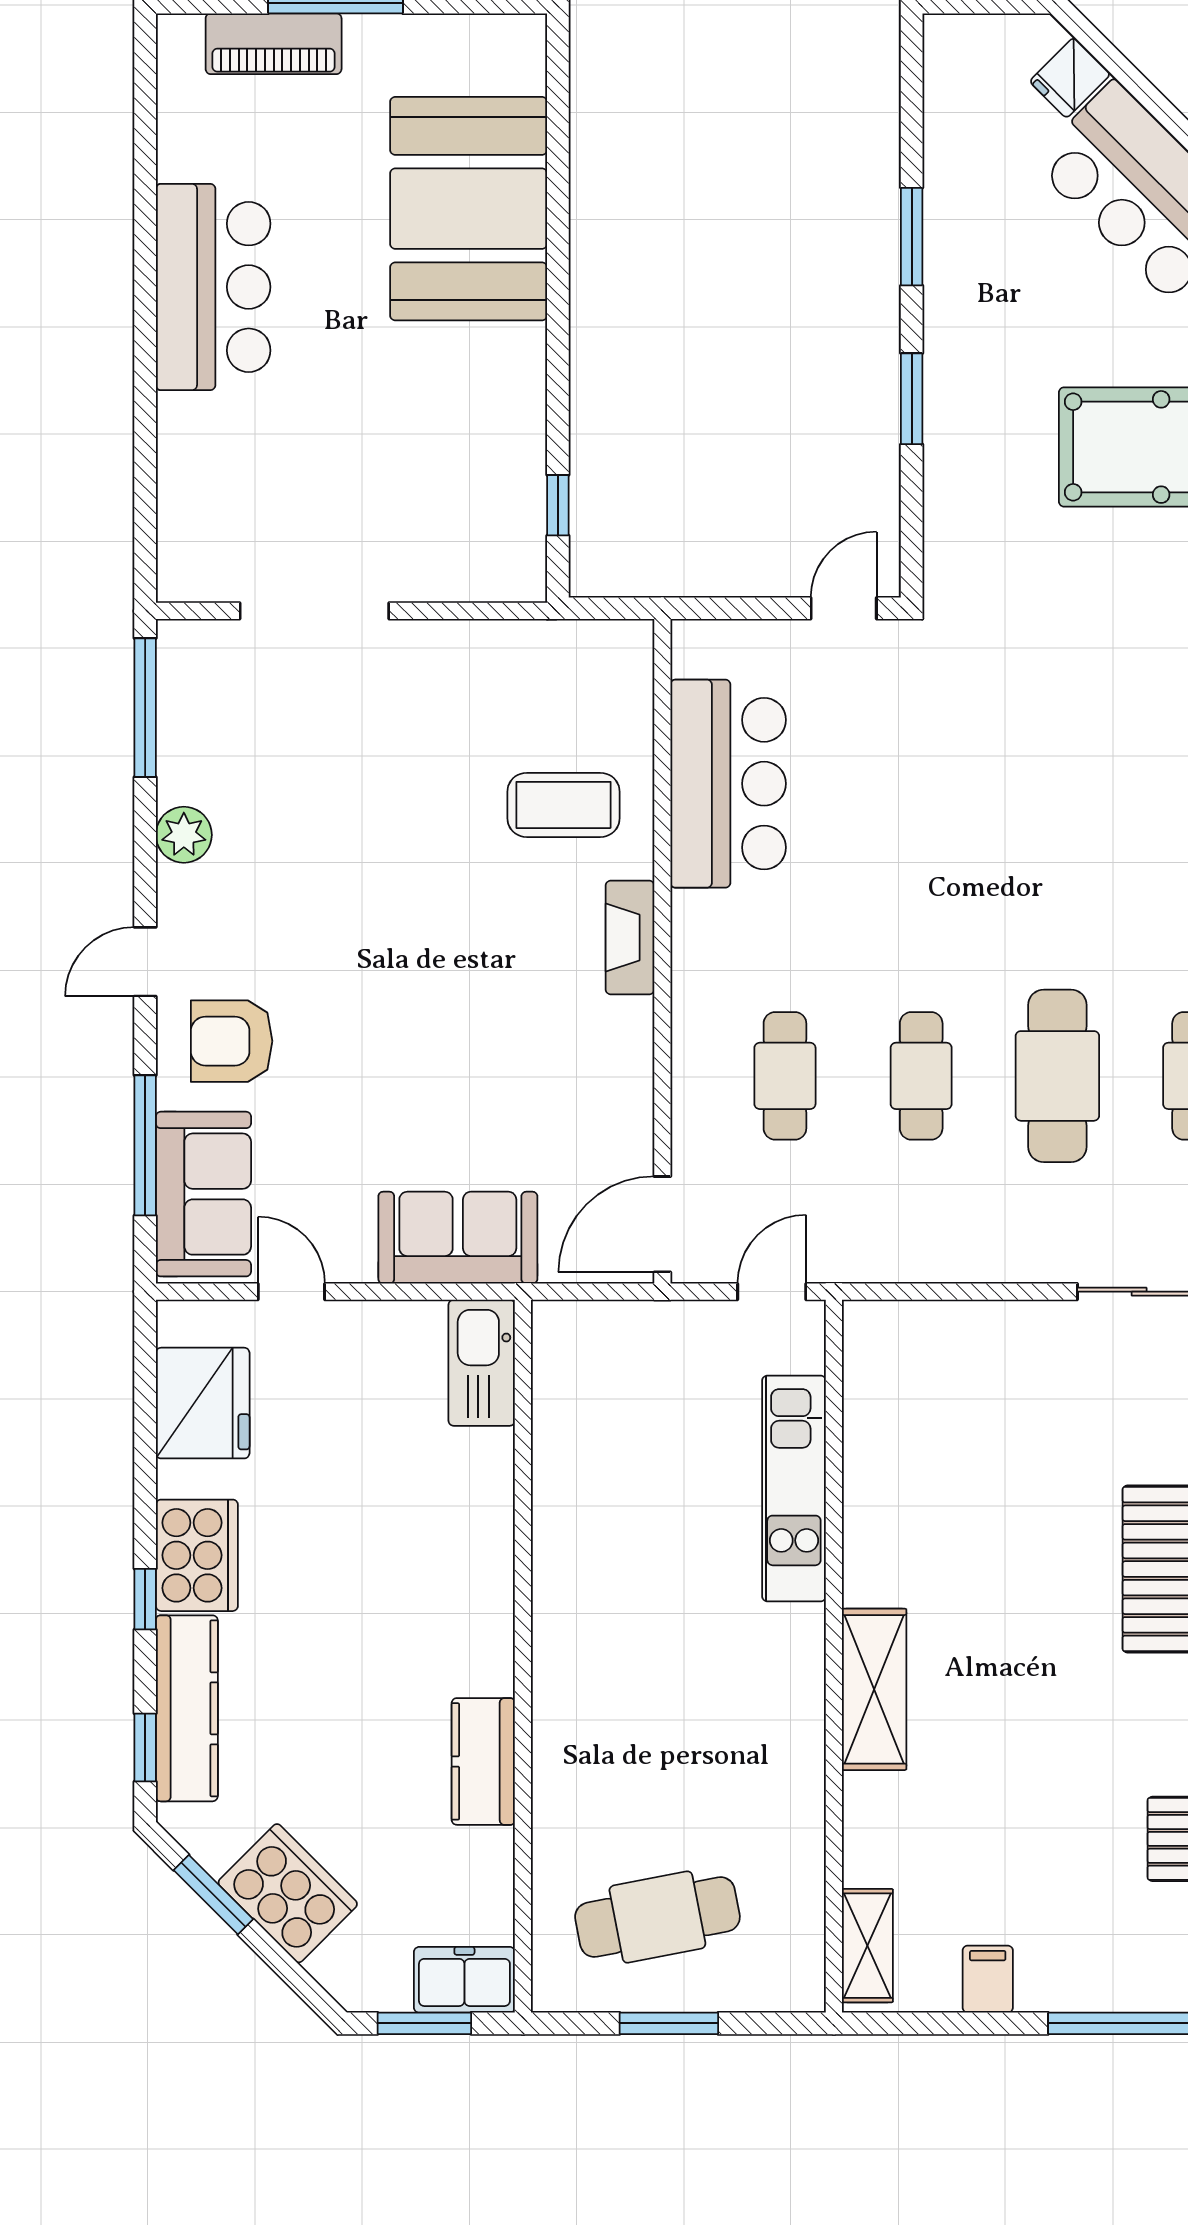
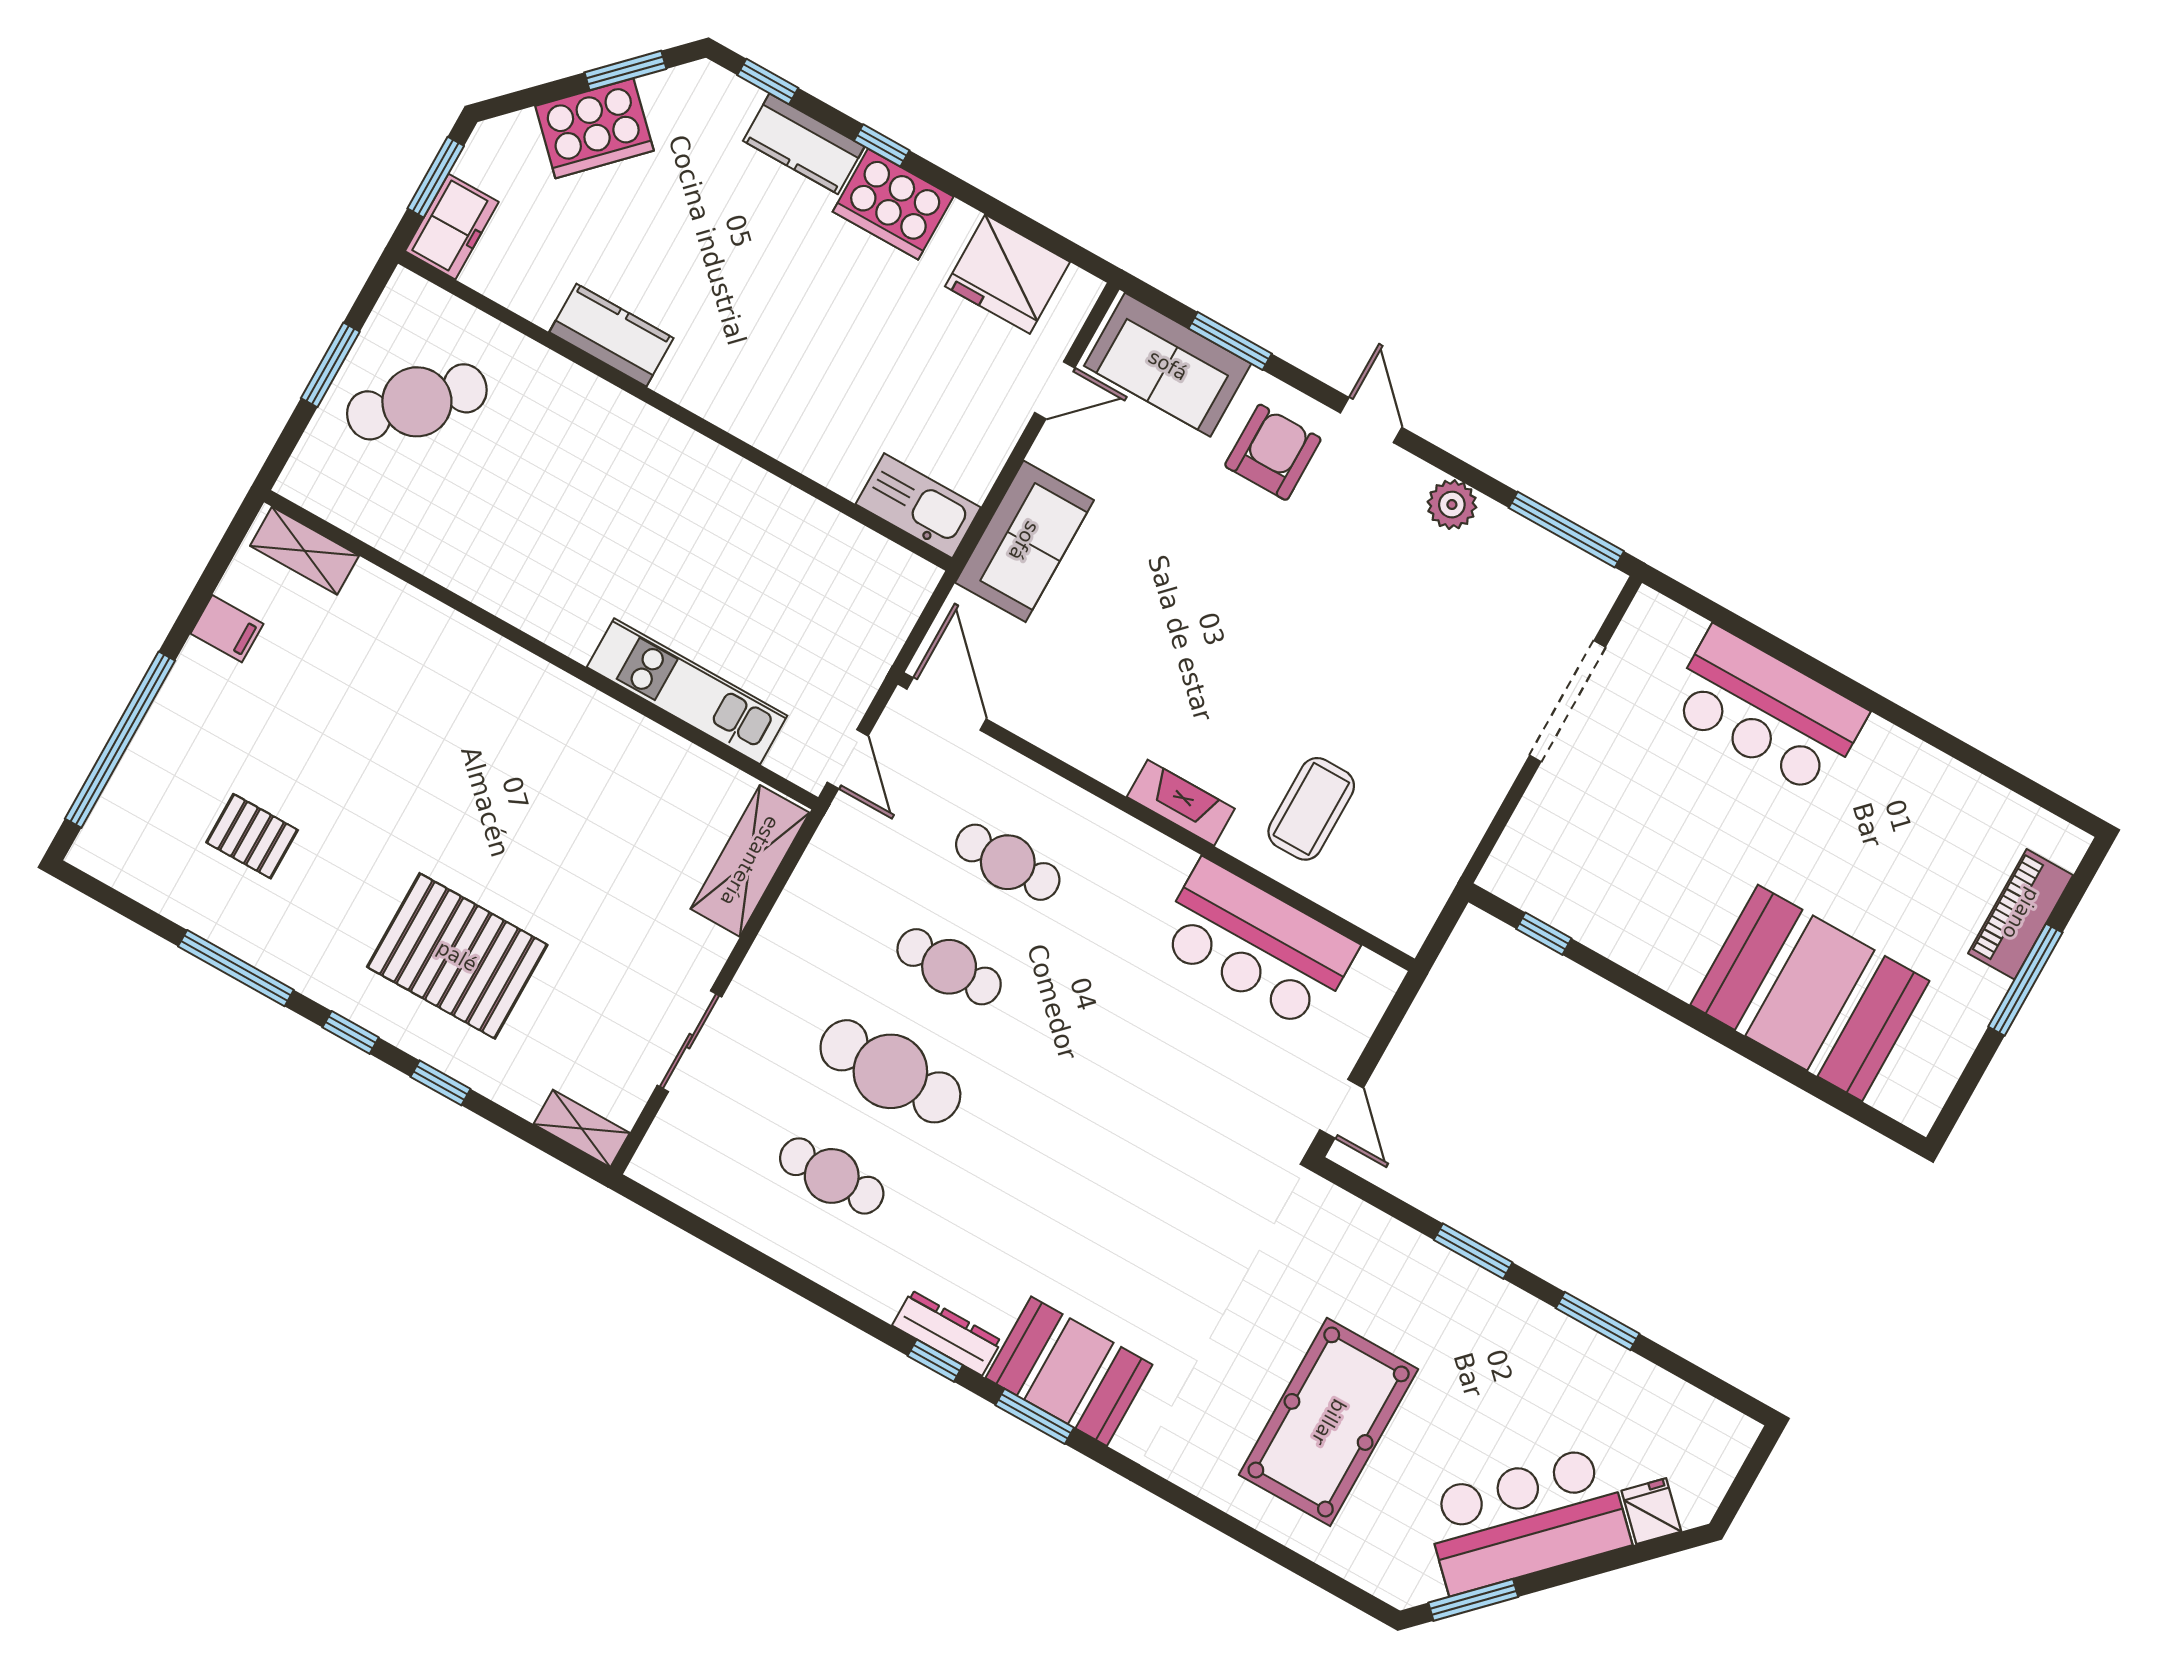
bar counter: (213, 287) -> (1767, 711), moved
window: (145, 1145) -> (1230, 341), width x0.69
shelving: (874, 1689) -> (750, 861), moved, turned 90
kitchen counter: (187, 1708) -> (804, 144), width x0.67
cafe table: (657, 1917) -> (417, 402), turned 56

